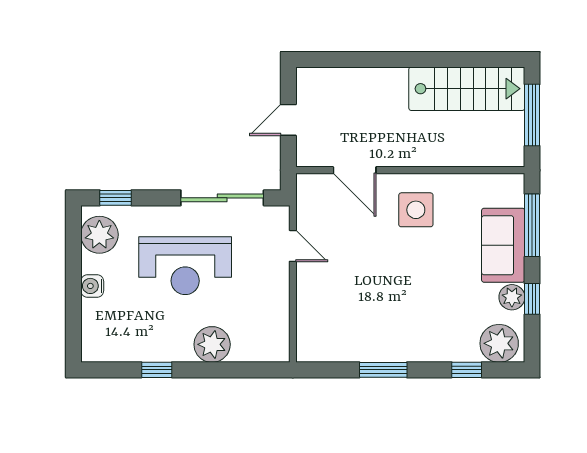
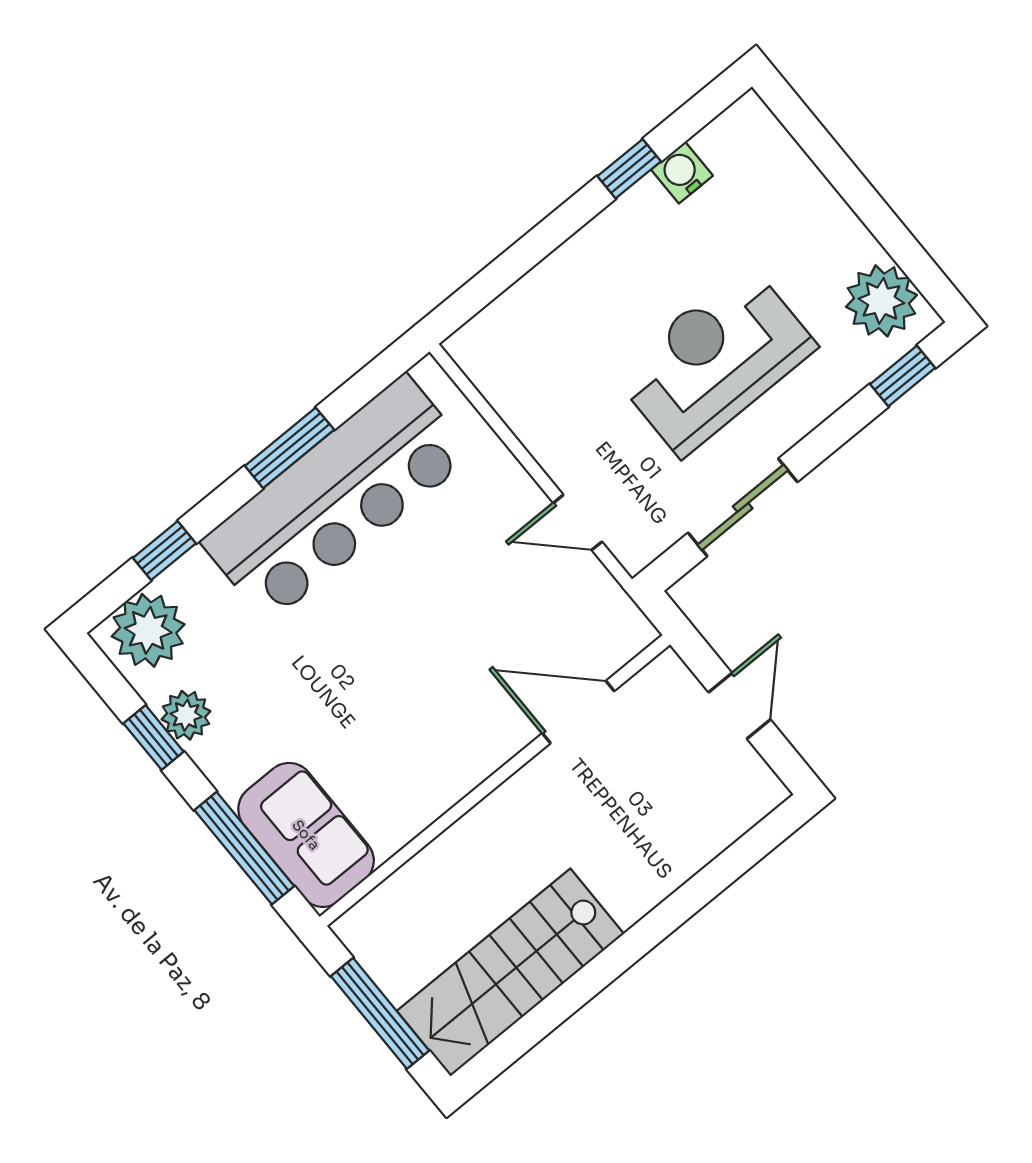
sliding door: (222, 198) -> (743, 507), width x0.73
side table: (416, 210) -> (438, 728), removed
sofa: (503, 245) -> (306, 835), moved
water cooler: (92, 286) -> (682, 173), moved, turned -90
bar counter: (381, 334) -> (337, 498), added
plant: (212, 344) -> (577, 275), removed

